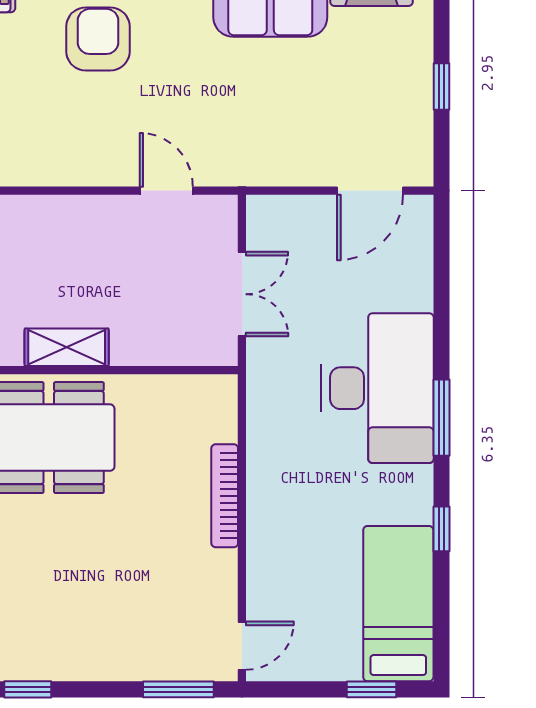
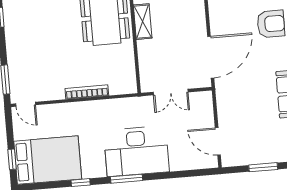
window: (441, 87) -> (263, 167), width x1.50
door: (166, 191) -> (211, 57), width x1.87
bed: (398, 604) -> (48, 160), width x1.50

